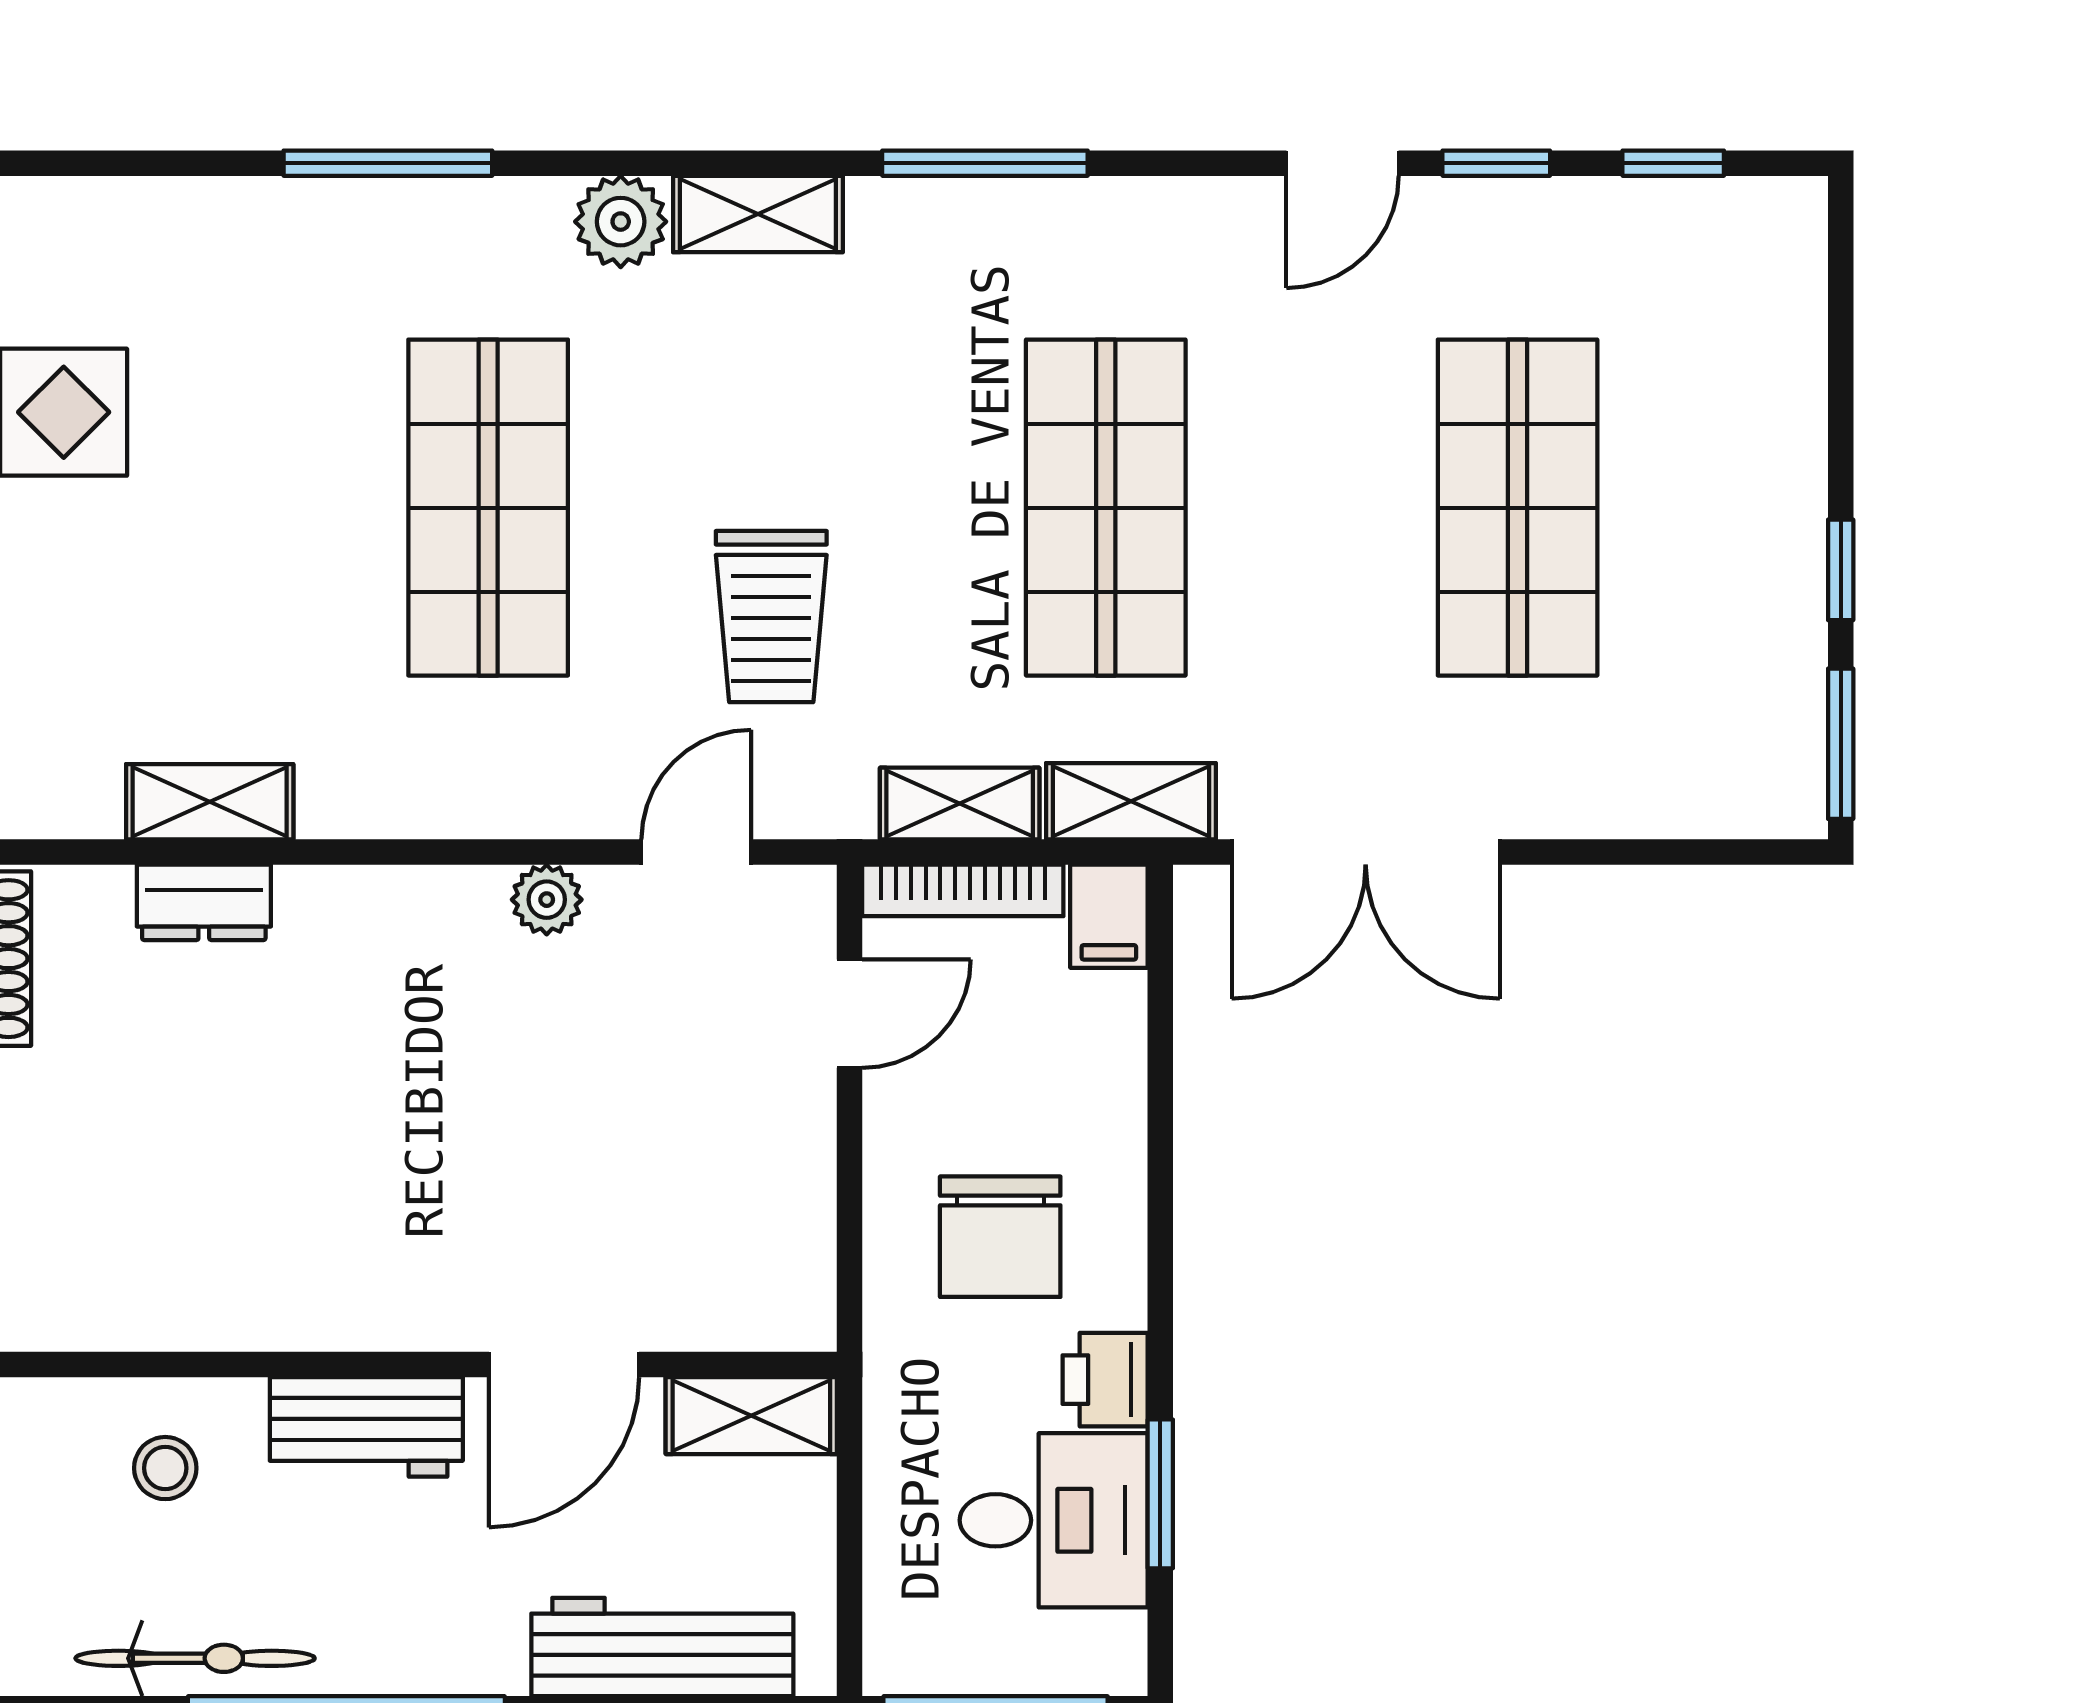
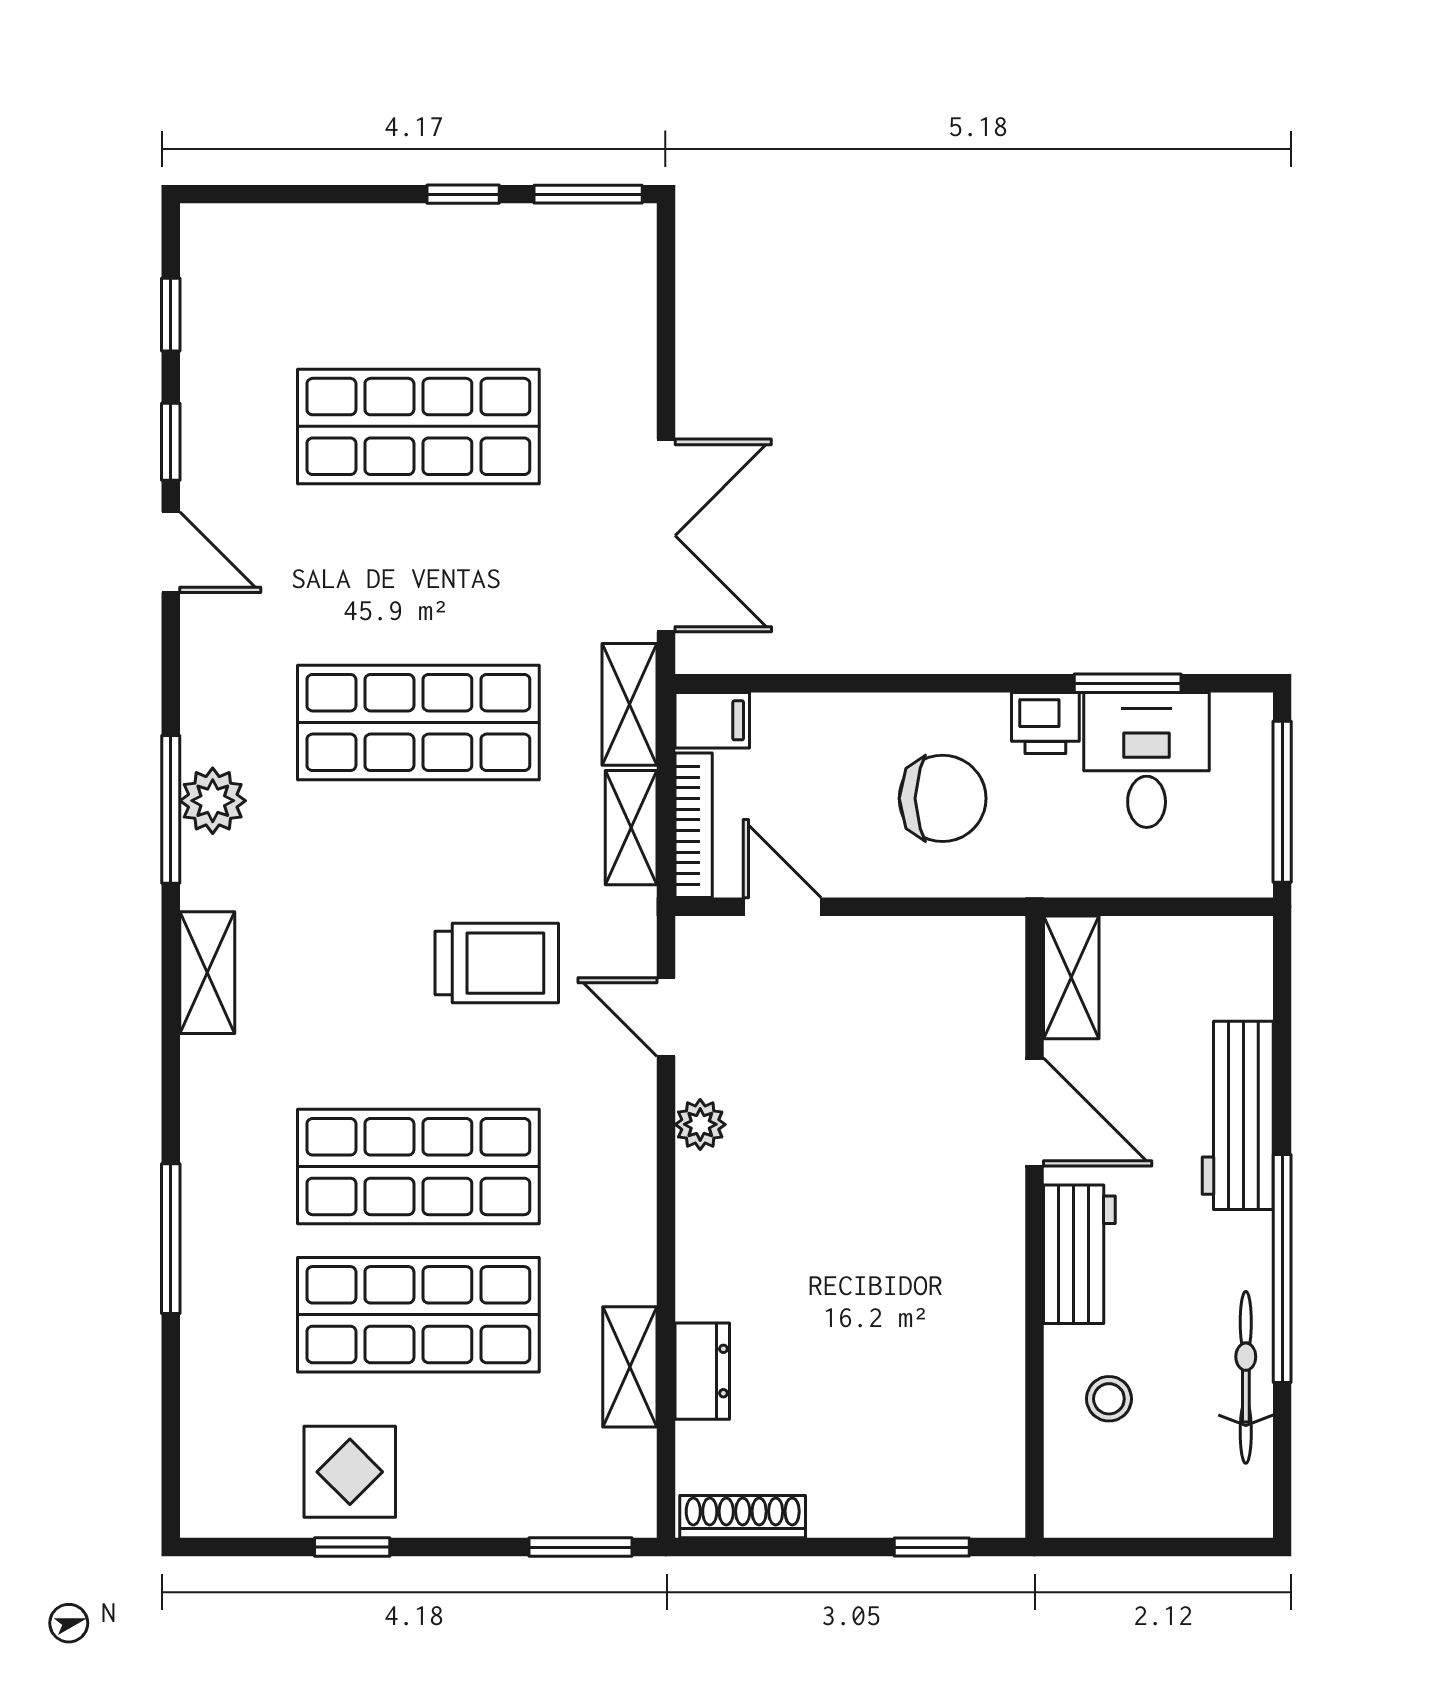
plant: (621, 222) -> (213, 801), moved
shop shelf: (282, 508) -> (418, 1315), added
workbench: (662, 1647) -> (1238, 1115), moved

